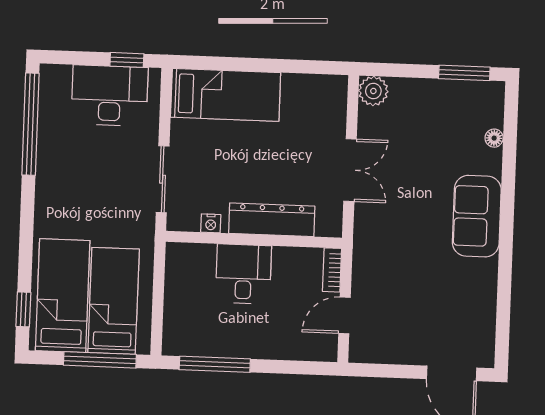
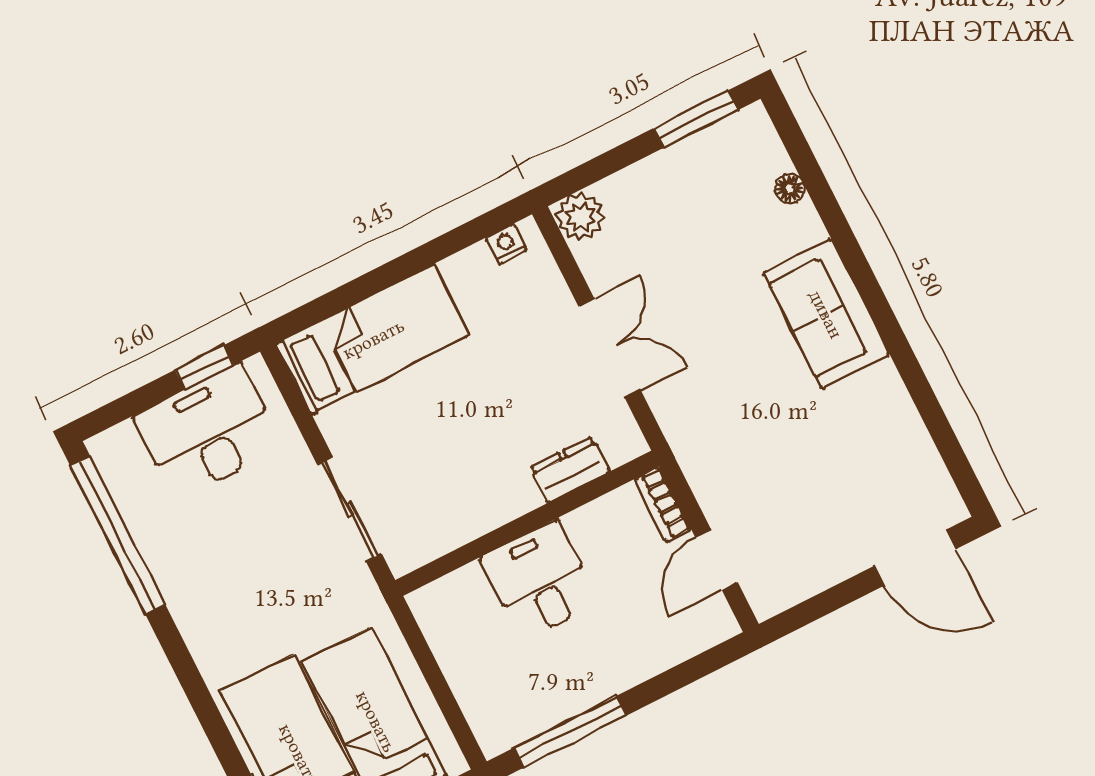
dresser: (272, 220) -> (570, 470), width x0.51, depth x0.80
nightstand: (211, 223) -> (506, 244), moved, turned 180

